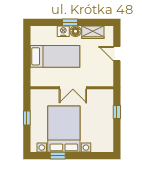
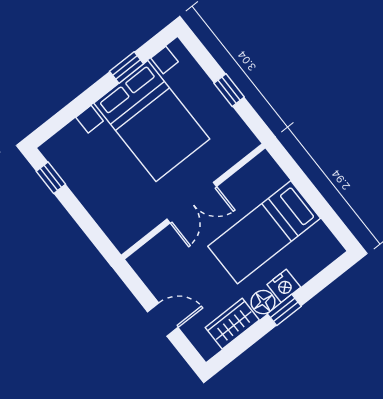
double door: (73, 88) -> (192, 203), swing flipped
window: (117, 112) -> (51, 178), moved

